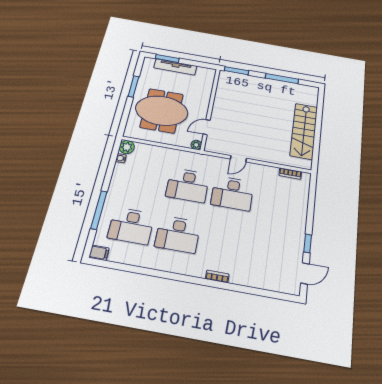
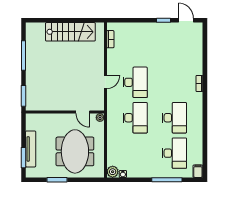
door: (238, 159) -> (105, 82), hinge flipped

